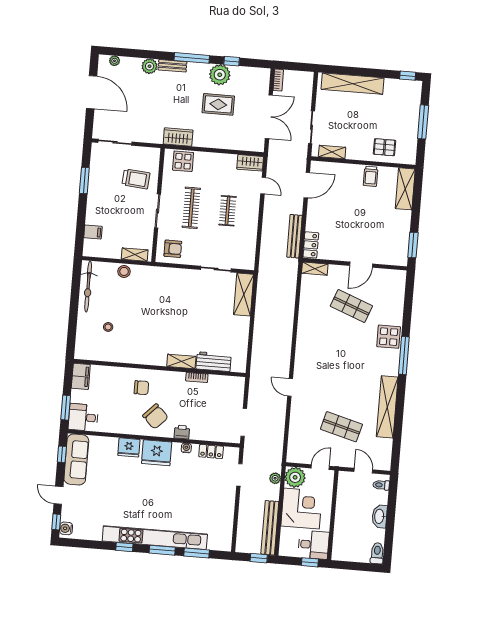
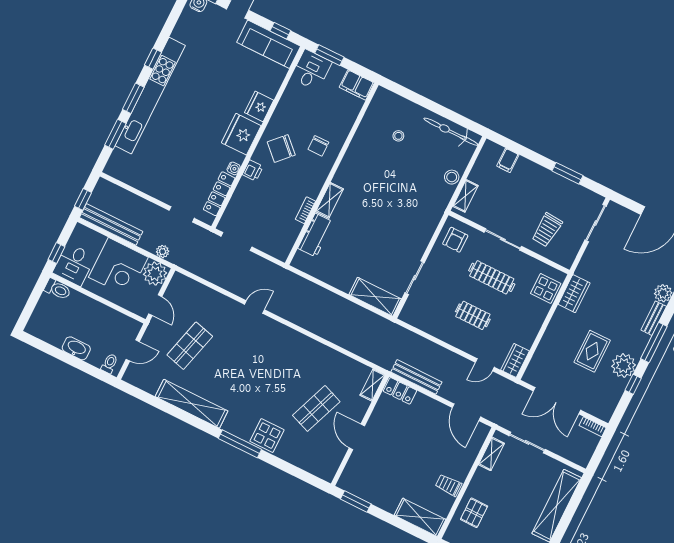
locker: (211, 452) -> (219, 194), width x1.53
toilet: (377, 553) -> (58, 289), moved

